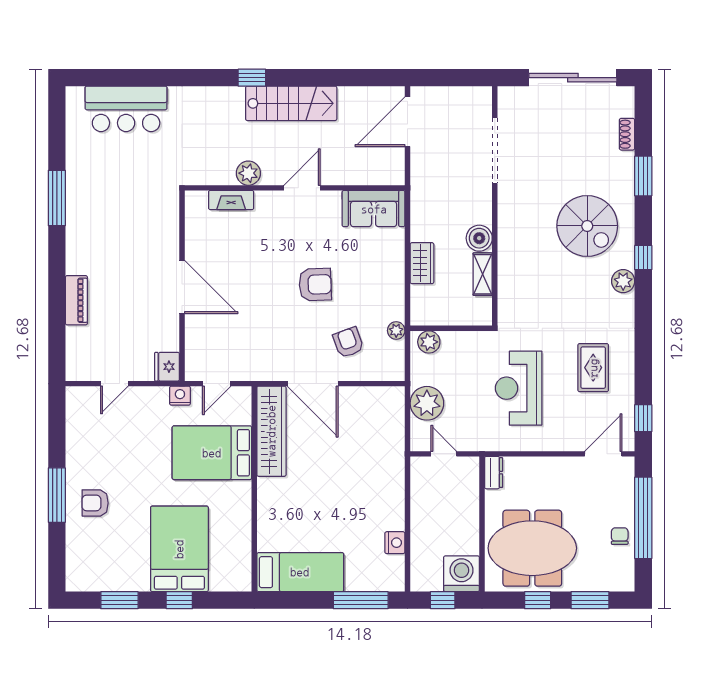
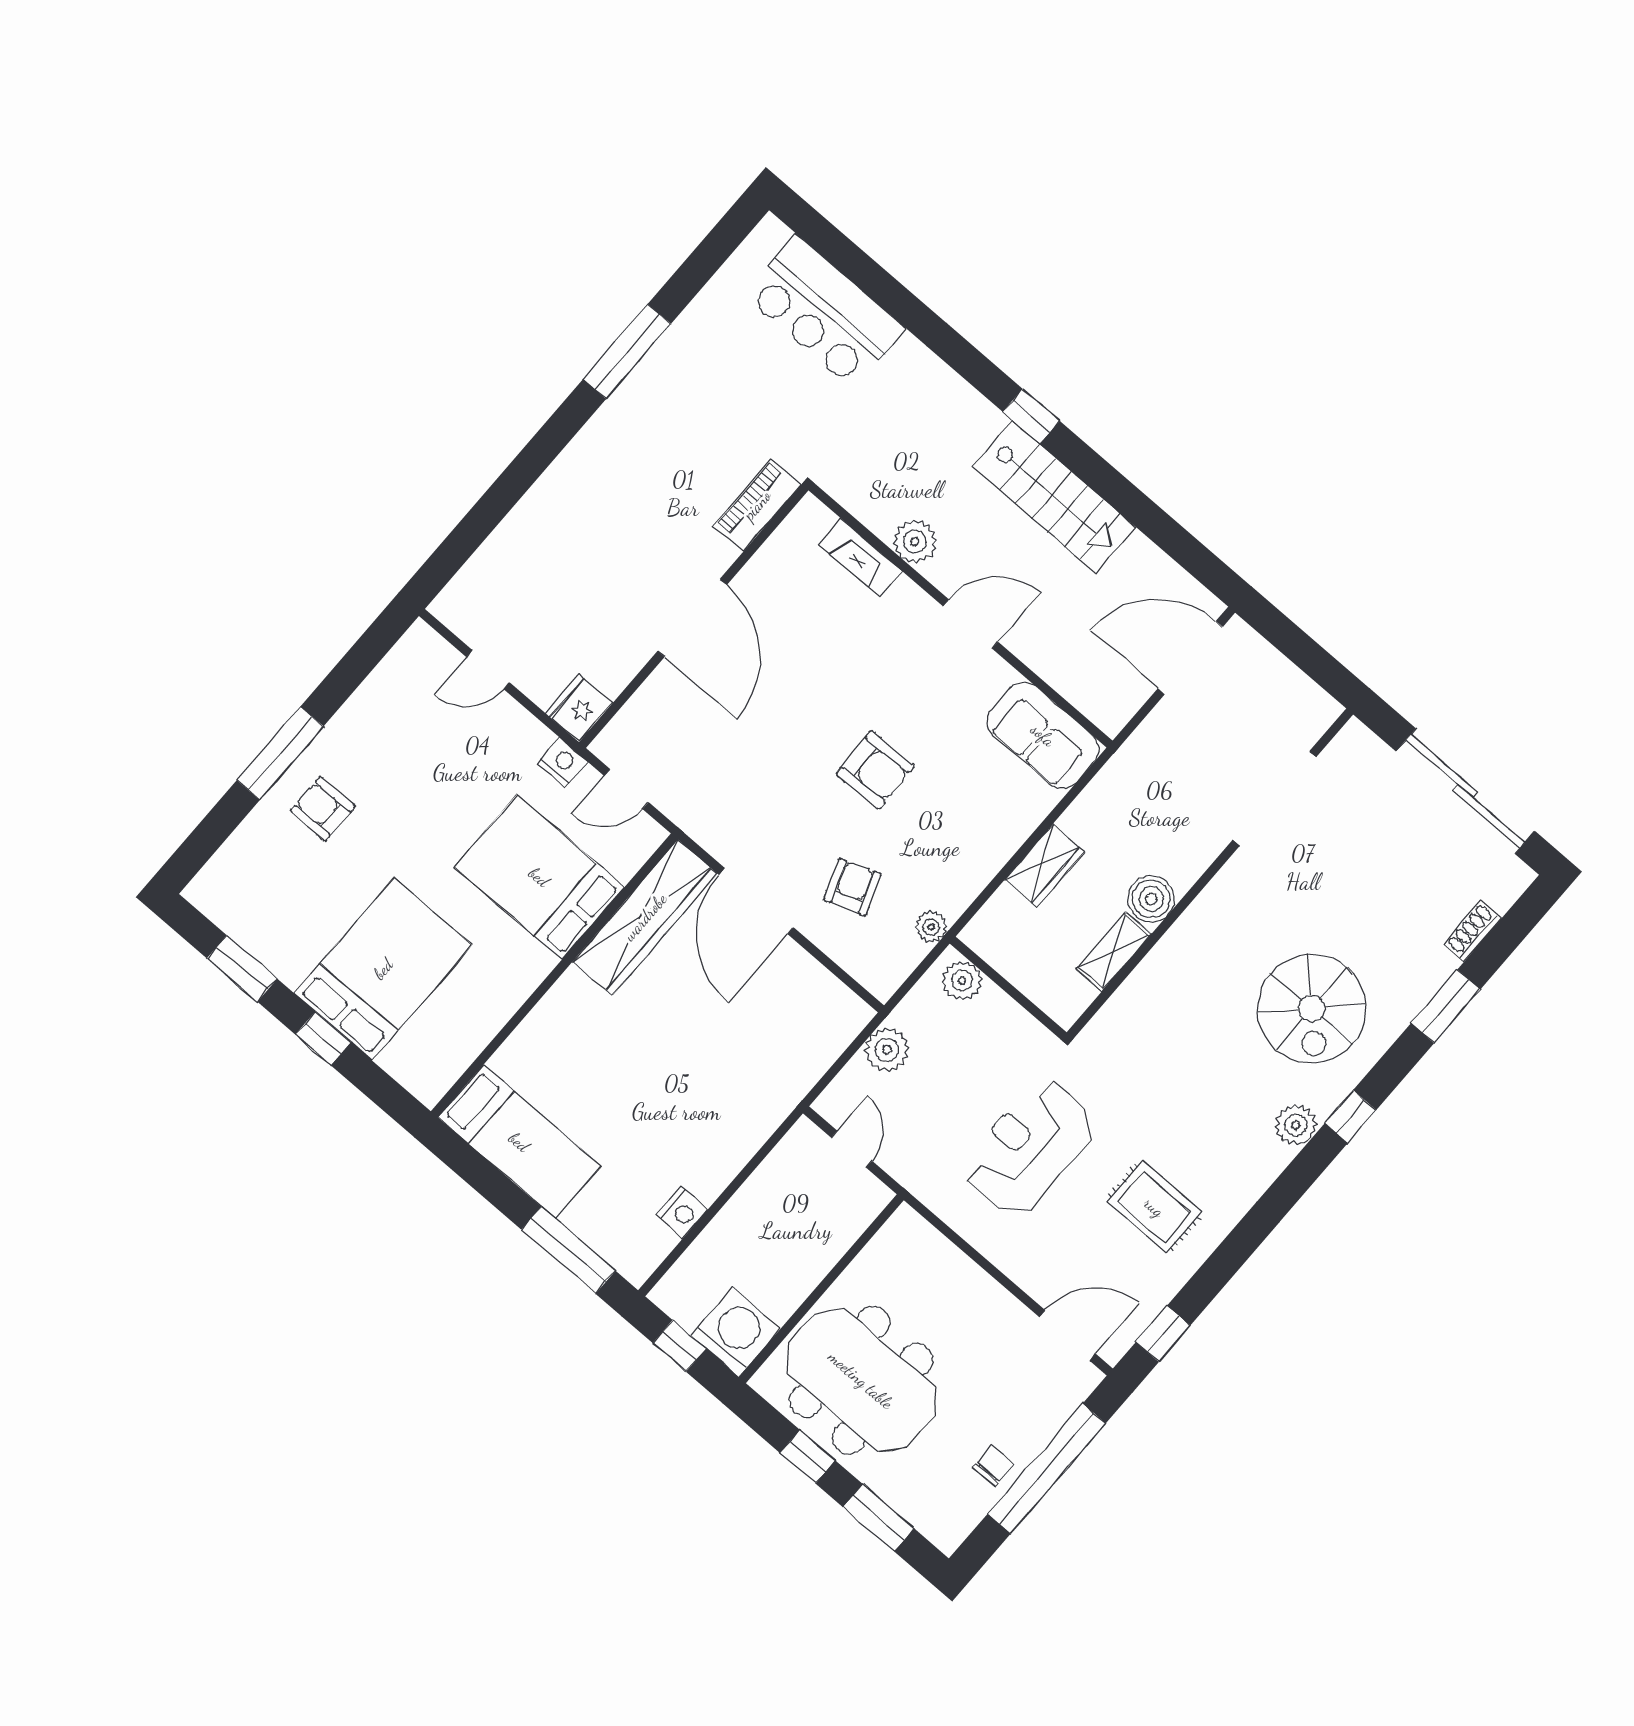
piano: (76, 300) -> (757, 505), moved, turned 180
rug: (593, 368) -> (1154, 1207), turned 90
plant: (427, 403) -> (887, 1050), width x0.73, depth x0.73
dresser: (494, 473) -> (897, 1233), removed

